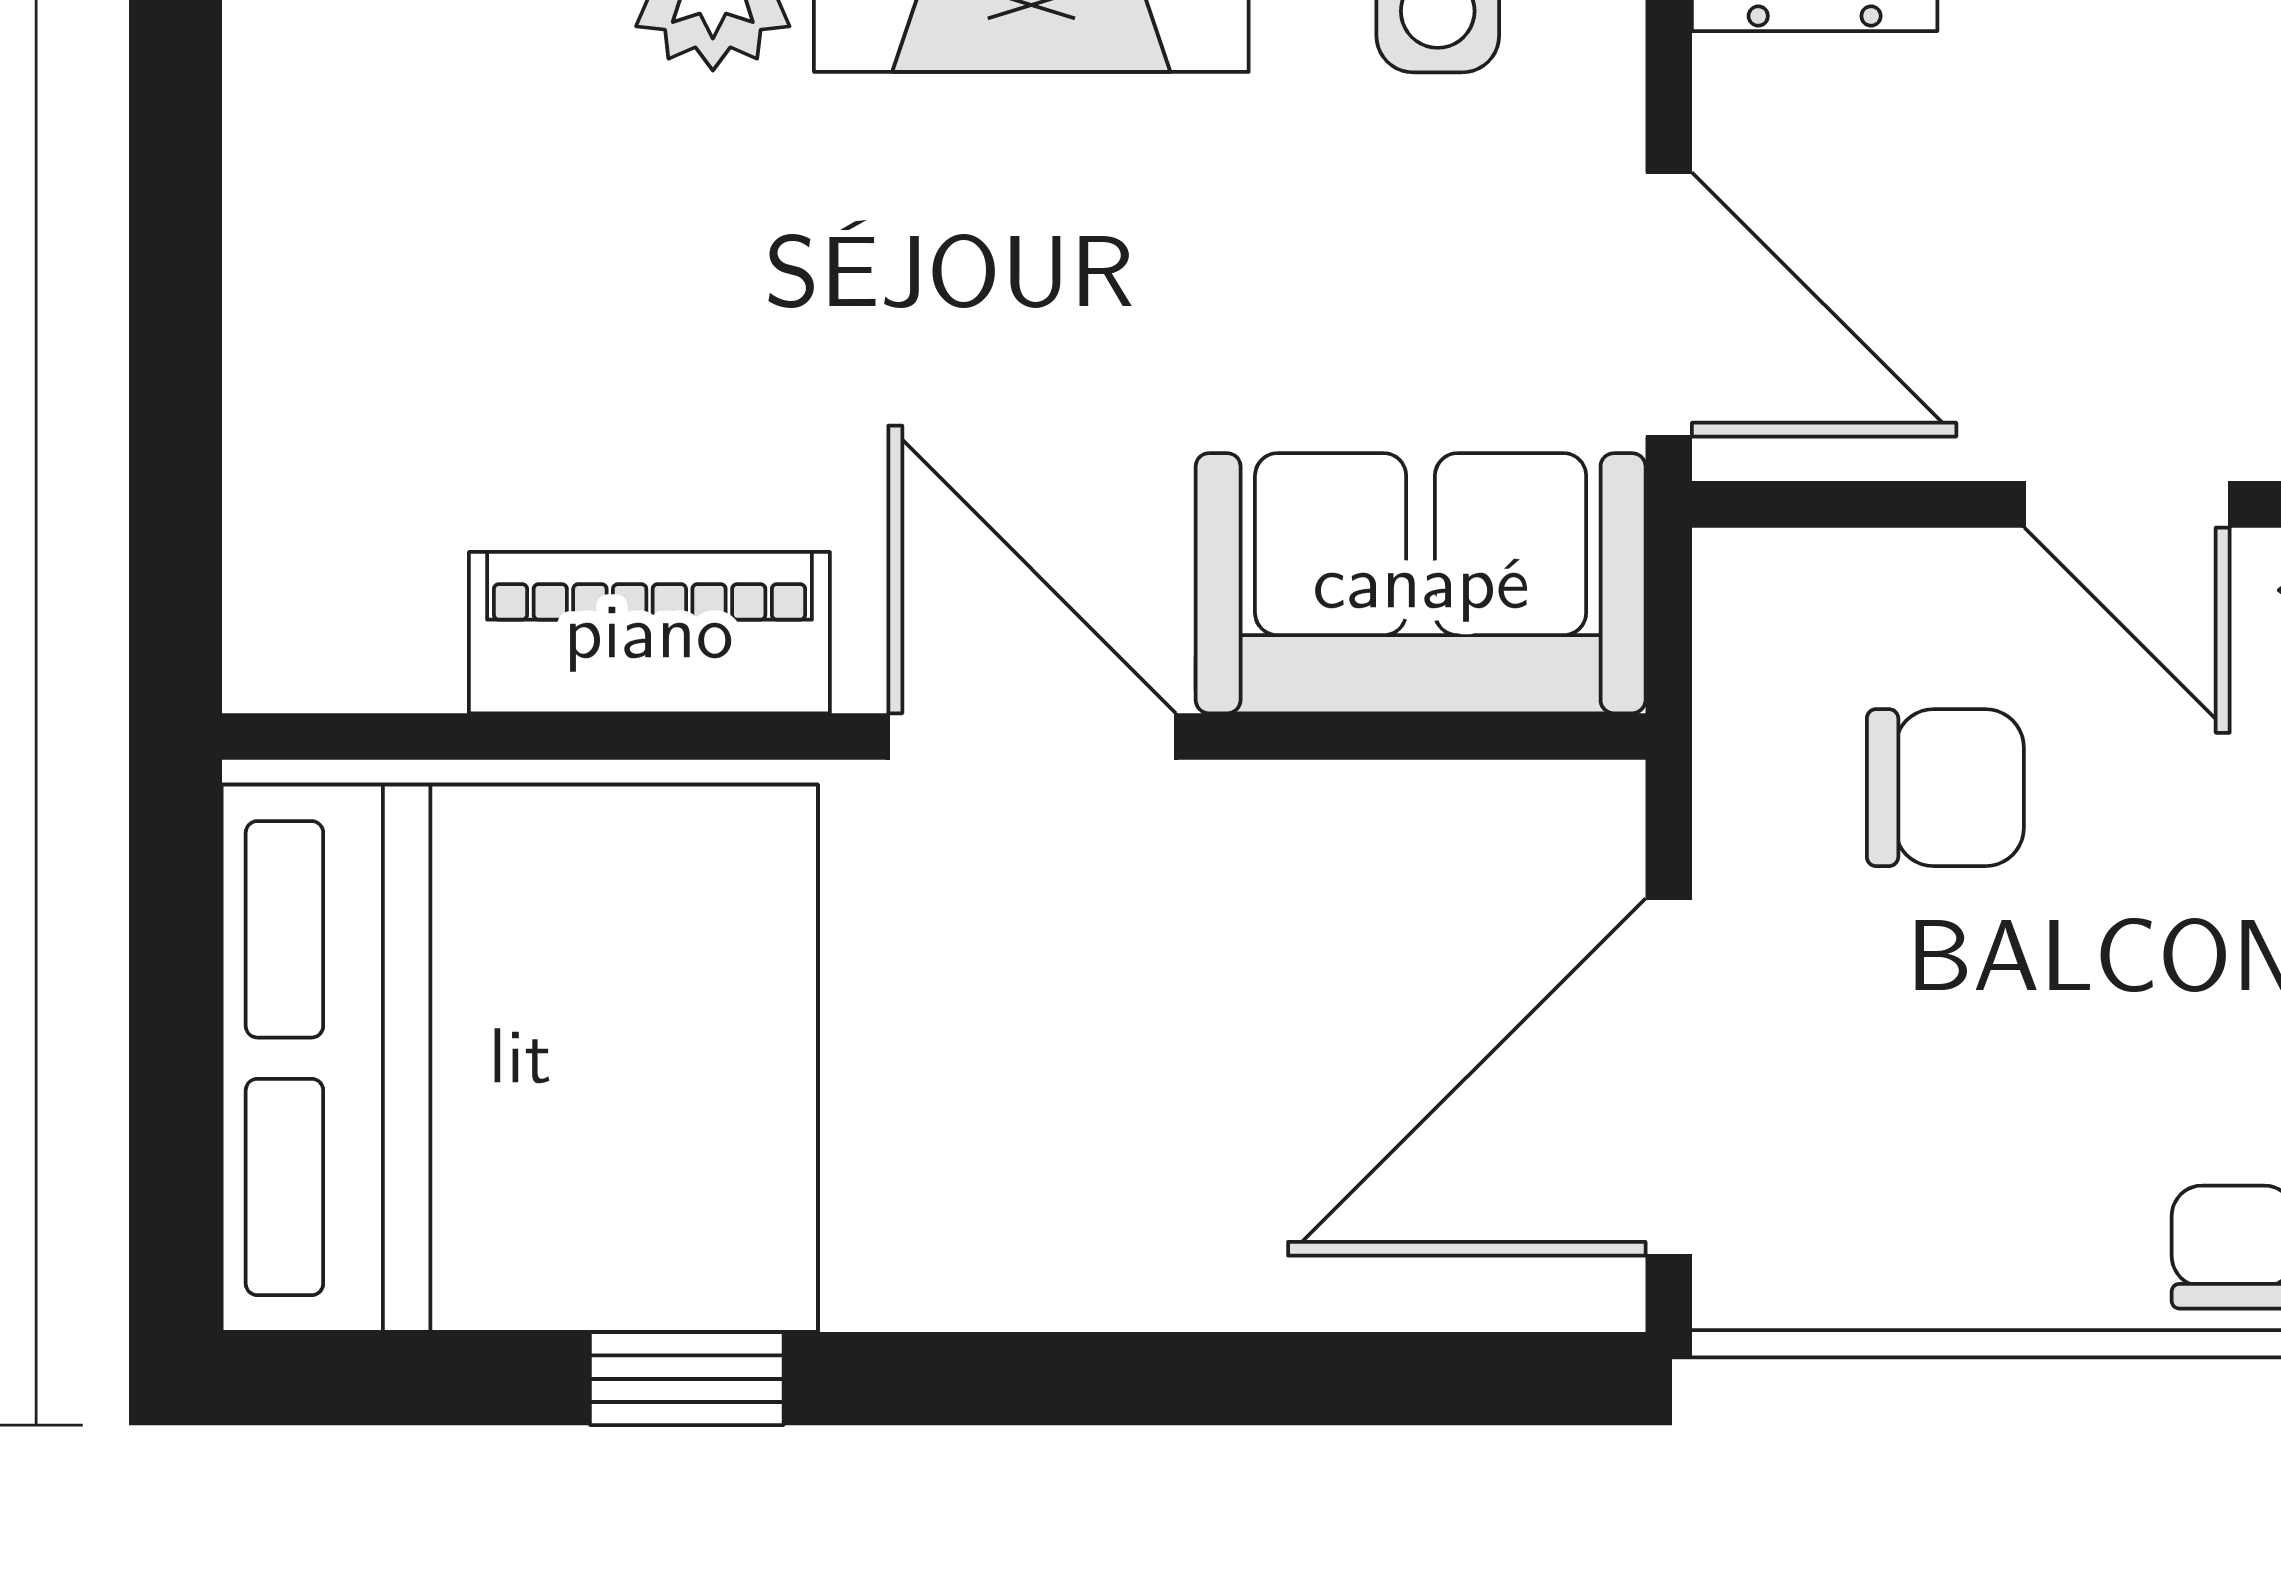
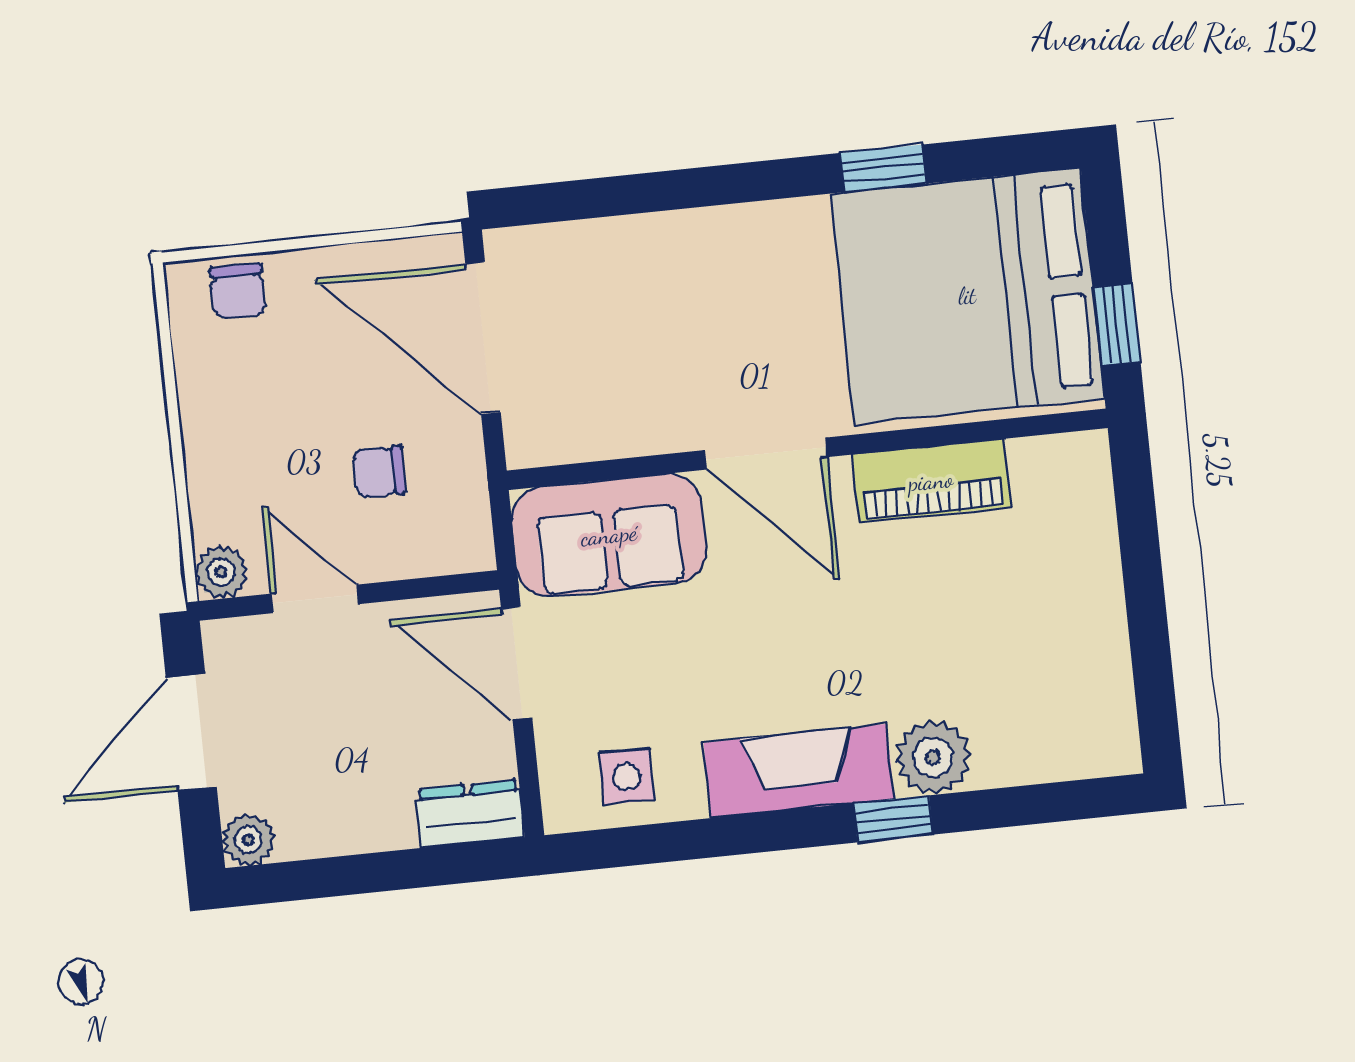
chair: (1945, 788) -> (379, 472), width x0.73, depth x0.73
window: (175, 956) -> (1117, 324), added
door: (1669, 1077) -> (483, 338), swing flipped

